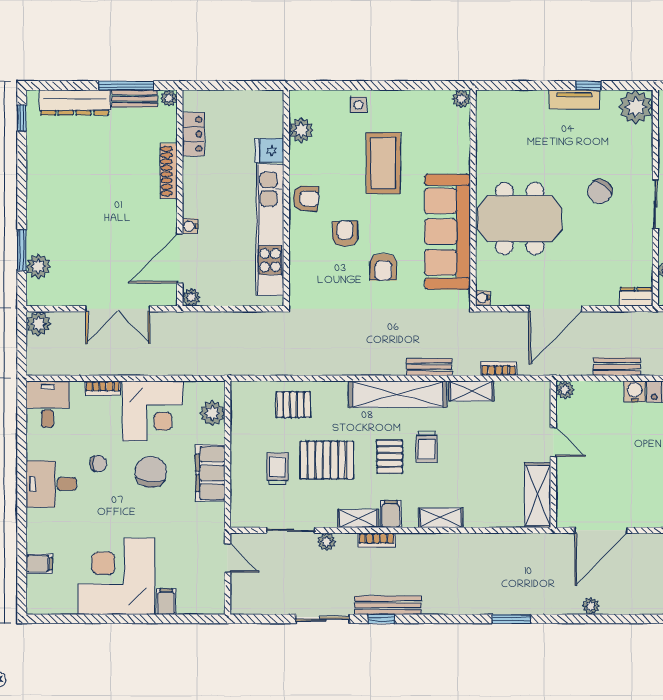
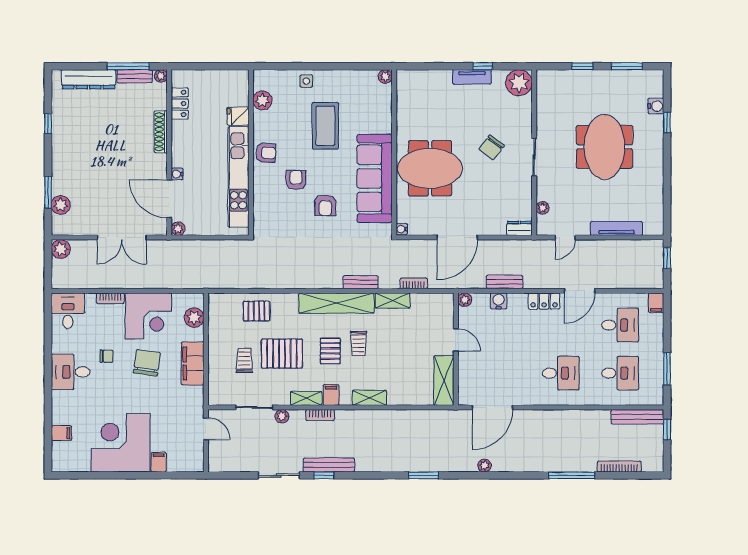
window: (22, 118) -> (48, 123), moved
door: (180, 258) -> (169, 199), hinge flipped
water cooler: (635, 391) -> (499, 301), moved

